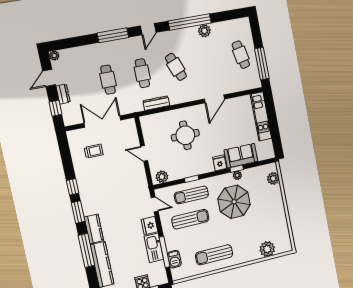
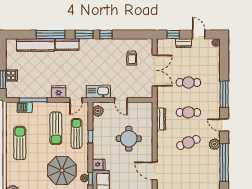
plant: (204, 31) -> (214, 144), moved
door: (144, 153) -> (121, 100), swing flipped
kitchen sink: (154, 248) -> (98, 92), moved

